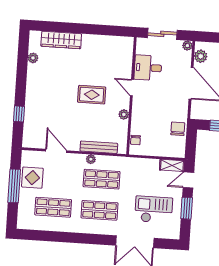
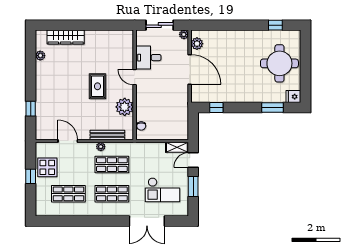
rug: (92, 95) -> (97, 86), turned 90
plant: (124, 114) -> (125, 107), width x1.87, depth x1.87
chair: (178, 129) -> (180, 113), removed
window: (14, 186) -> (31, 176), width x0.46
checkout: (154, 210) -> (163, 190), turned 180

